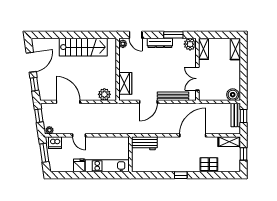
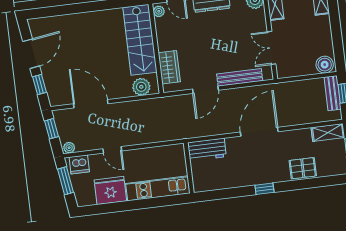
stairs: (83, 47) -> (140, 40), moved, turned 90
door: (193, 135) -> (259, 132), moved
fridge: (79, 165) -> (110, 190), width x1.88, depth x1.34

